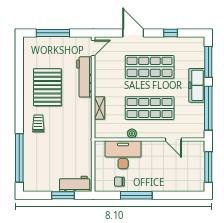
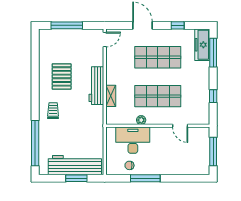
workbench: (84, 77) -> (96, 86), moved
freezer: (197, 85) -> (202, 45), moved
pallet: (47, 87) -> (62, 76), width x0.73, depth x0.71
window: (208, 108) -> (213, 96), width x0.32
workbench: (75, 184) -> (75, 165), width x1.88, depth x1.32

